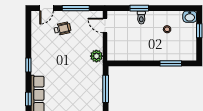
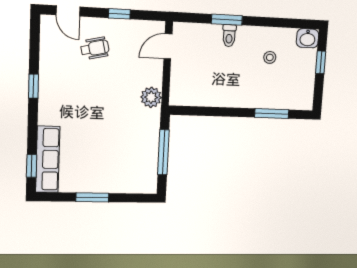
door: (46, 8) -> (68, 11), hinge flipped
window: (76, 8) -> (119, 14), width x0.46
door: (105, 26) -> (168, 46), hinge flipped
window: (28, 65) -> (34, 86), moved

